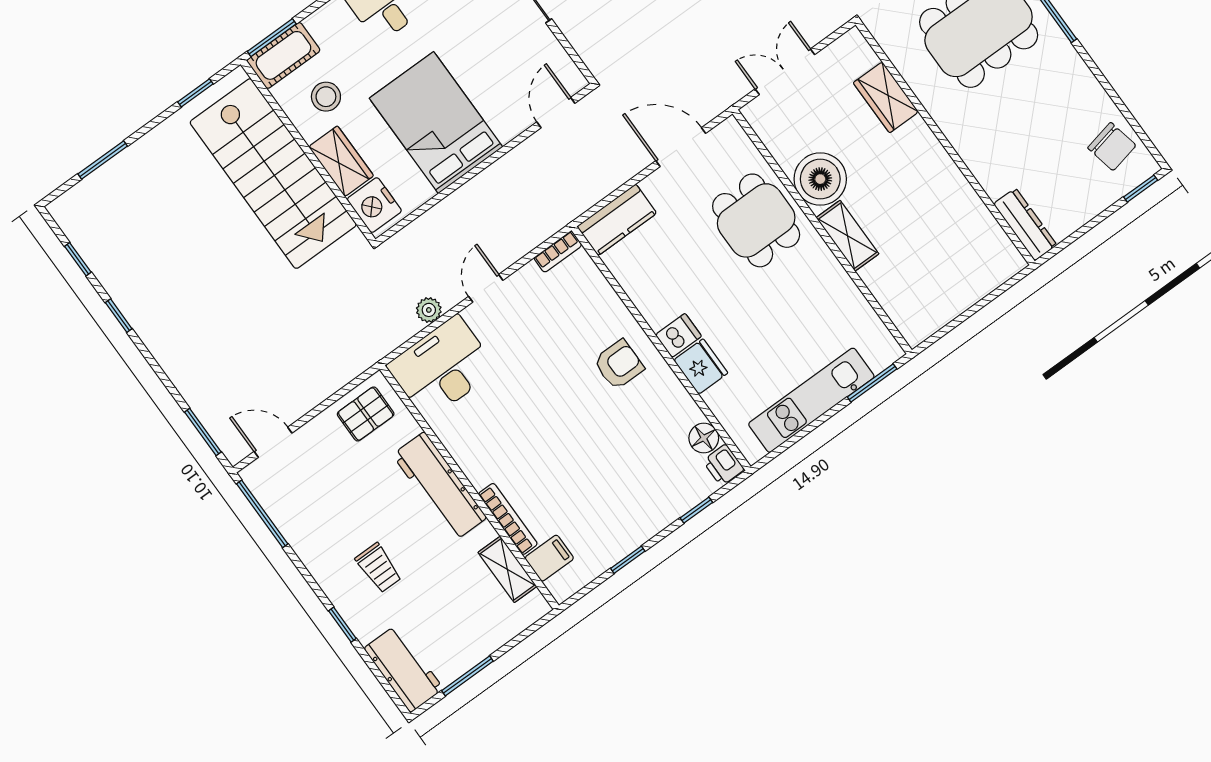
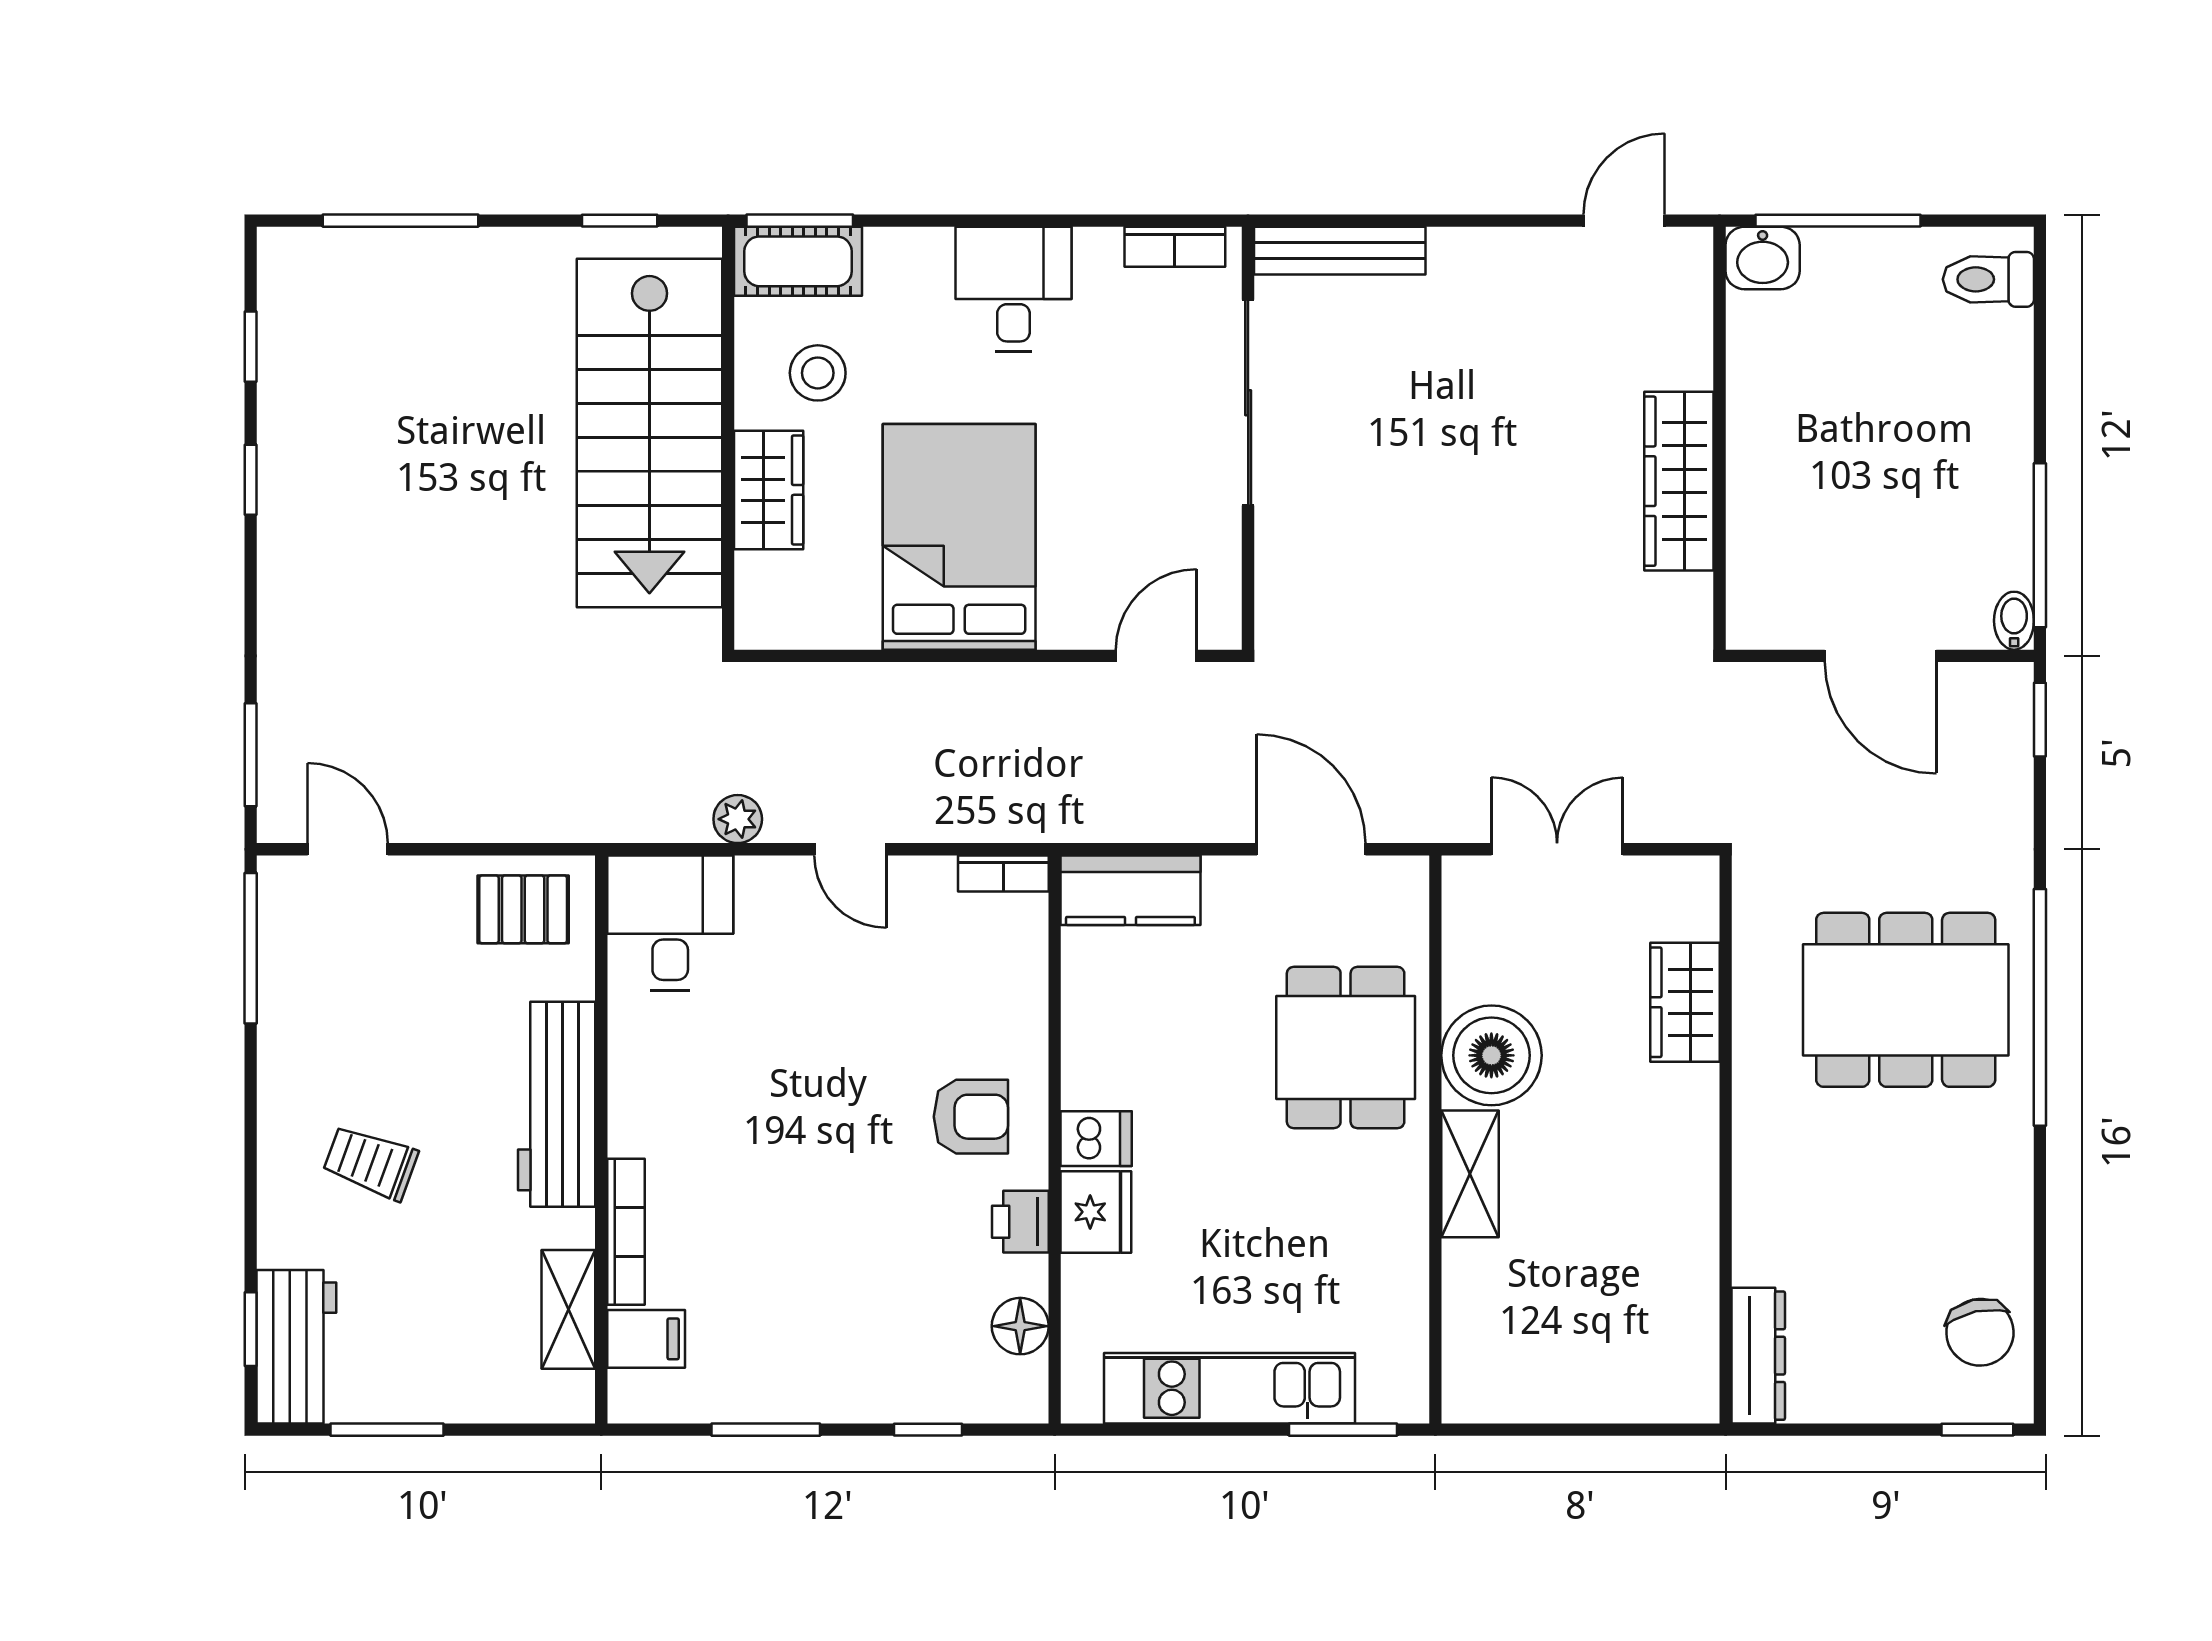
window: (103, 160) -> (400, 221), width x1.44
nightstand: (374, 205) -> (771, 595), removed
door: (486, 288) -> (850, 849), swing flipped
desk: (442, 368) -> (670, 923), width x0.73
printer: (723, 465) -> (1020, 1222), moved
window: (628, 560) -> (766, 1430), width x1.50
trolley: (379, 568) -> (371, 1162), turned 110
window: (342, 625) -> (251, 1329), moved

